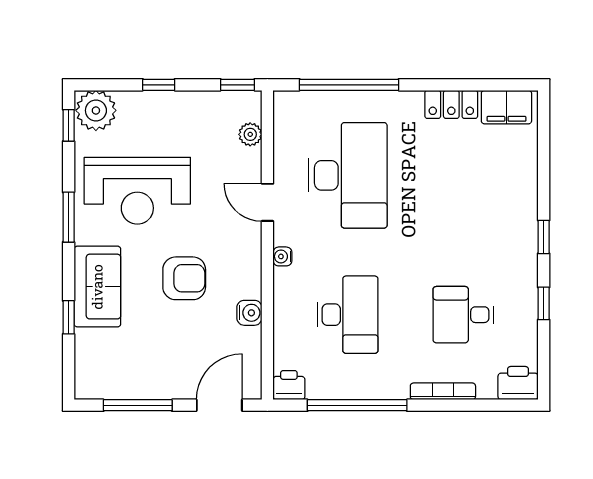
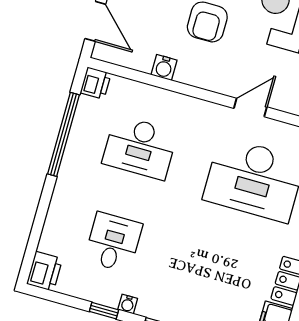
water cooler: (282, 256) -> (128, 304), moved, turned 180
bookcase: (443, 391) -> (55, 208), removed

